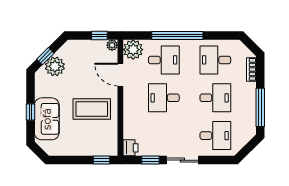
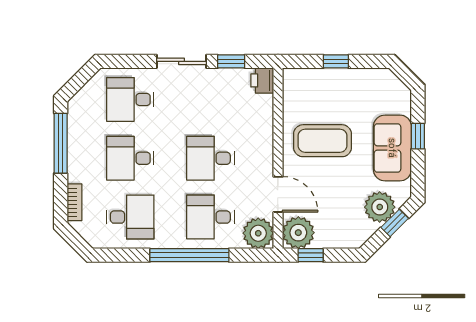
plant: (112, 45) -> (298, 233), width x1.88, depth x1.88
desk: (164, 98) -> (210, 158), turned 180
sofa: (47, 119) -> (392, 148), moved
window: (102, 160) -> (336, 61), moved

